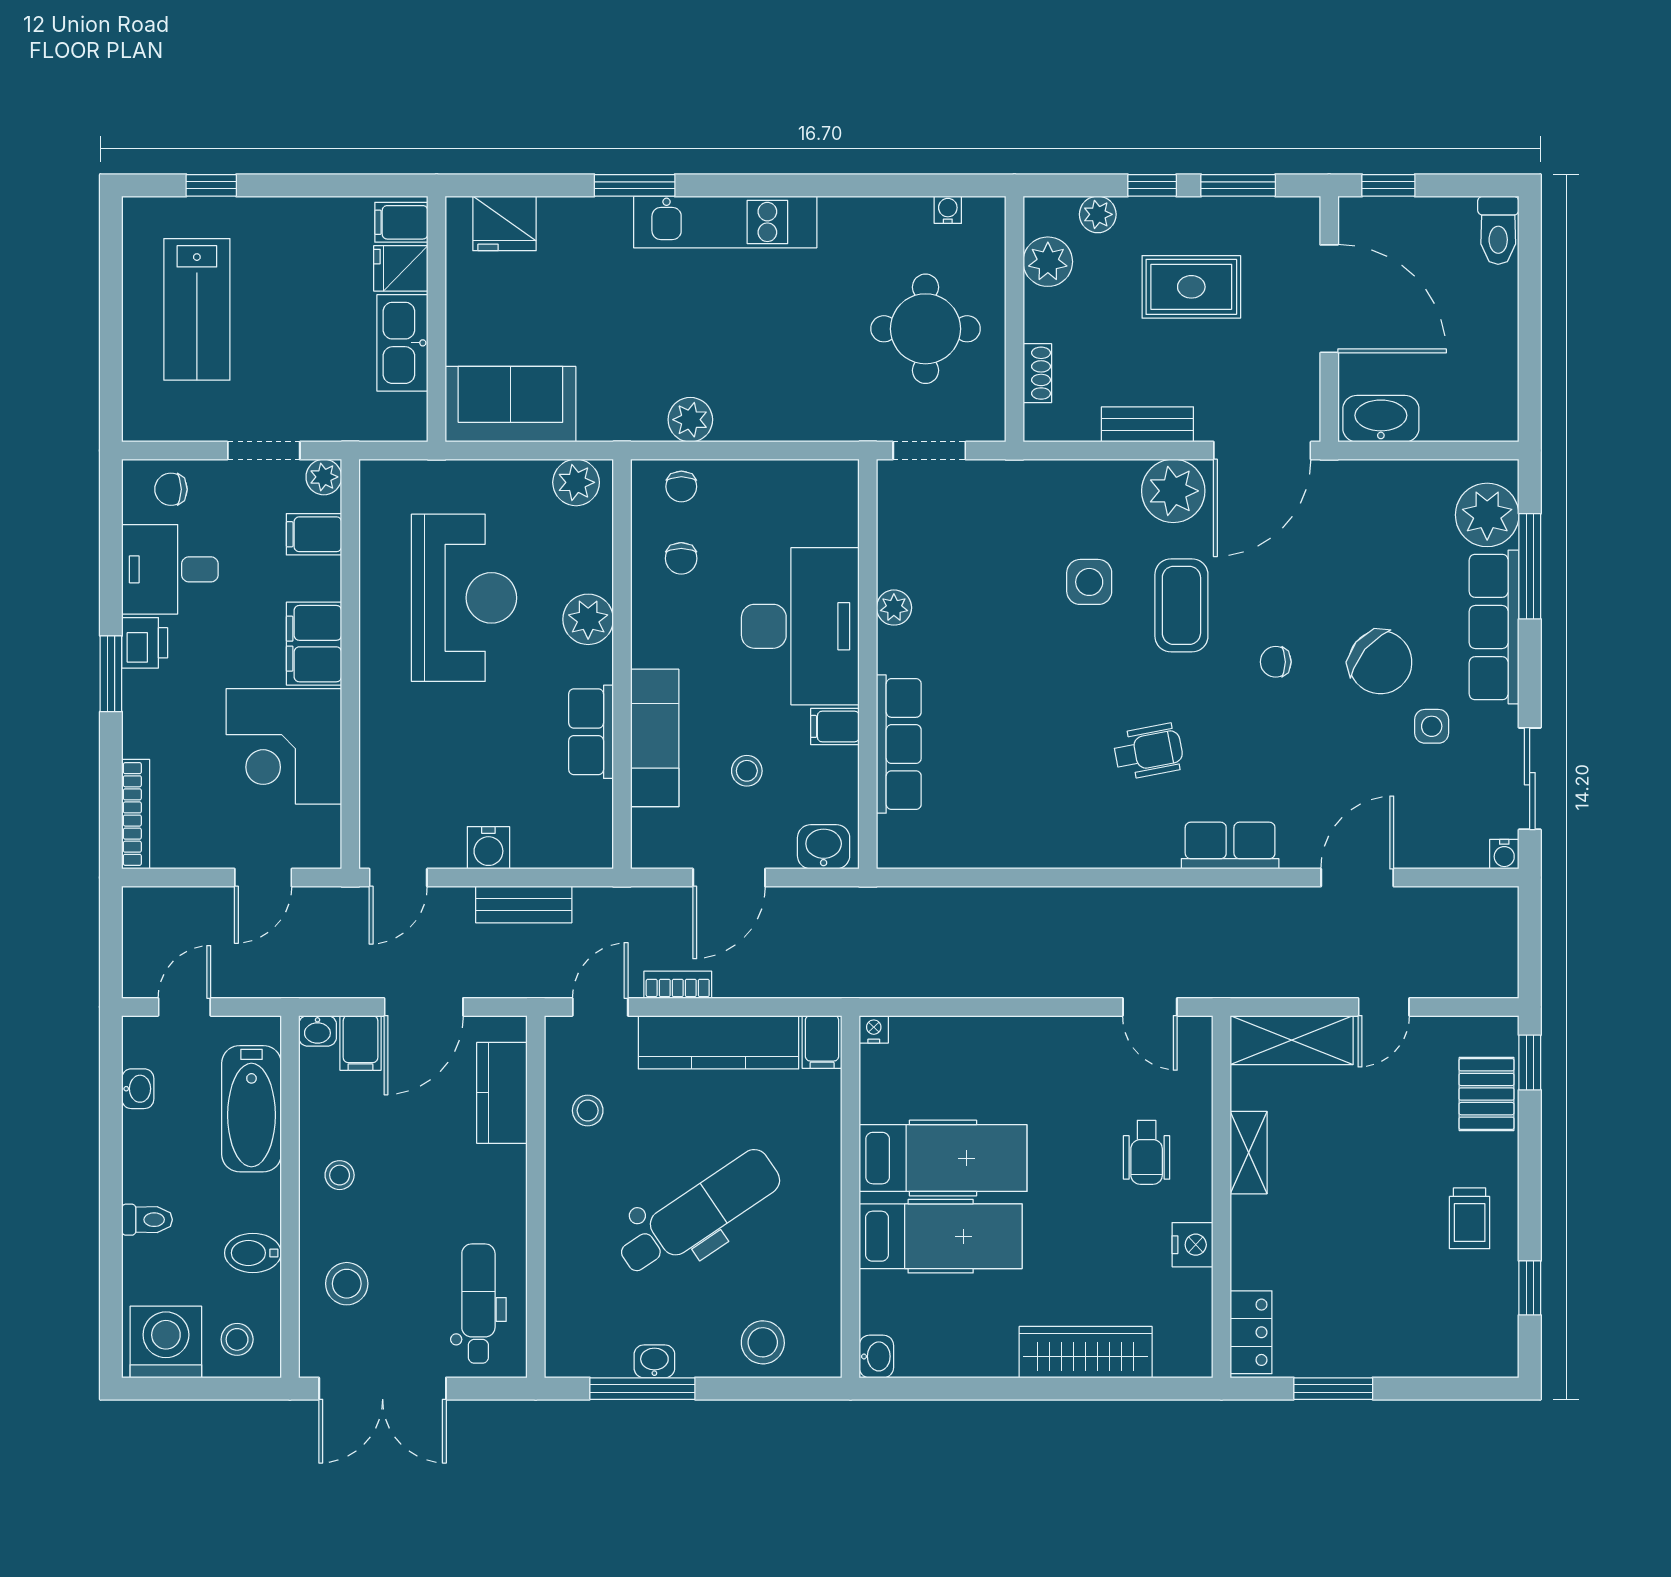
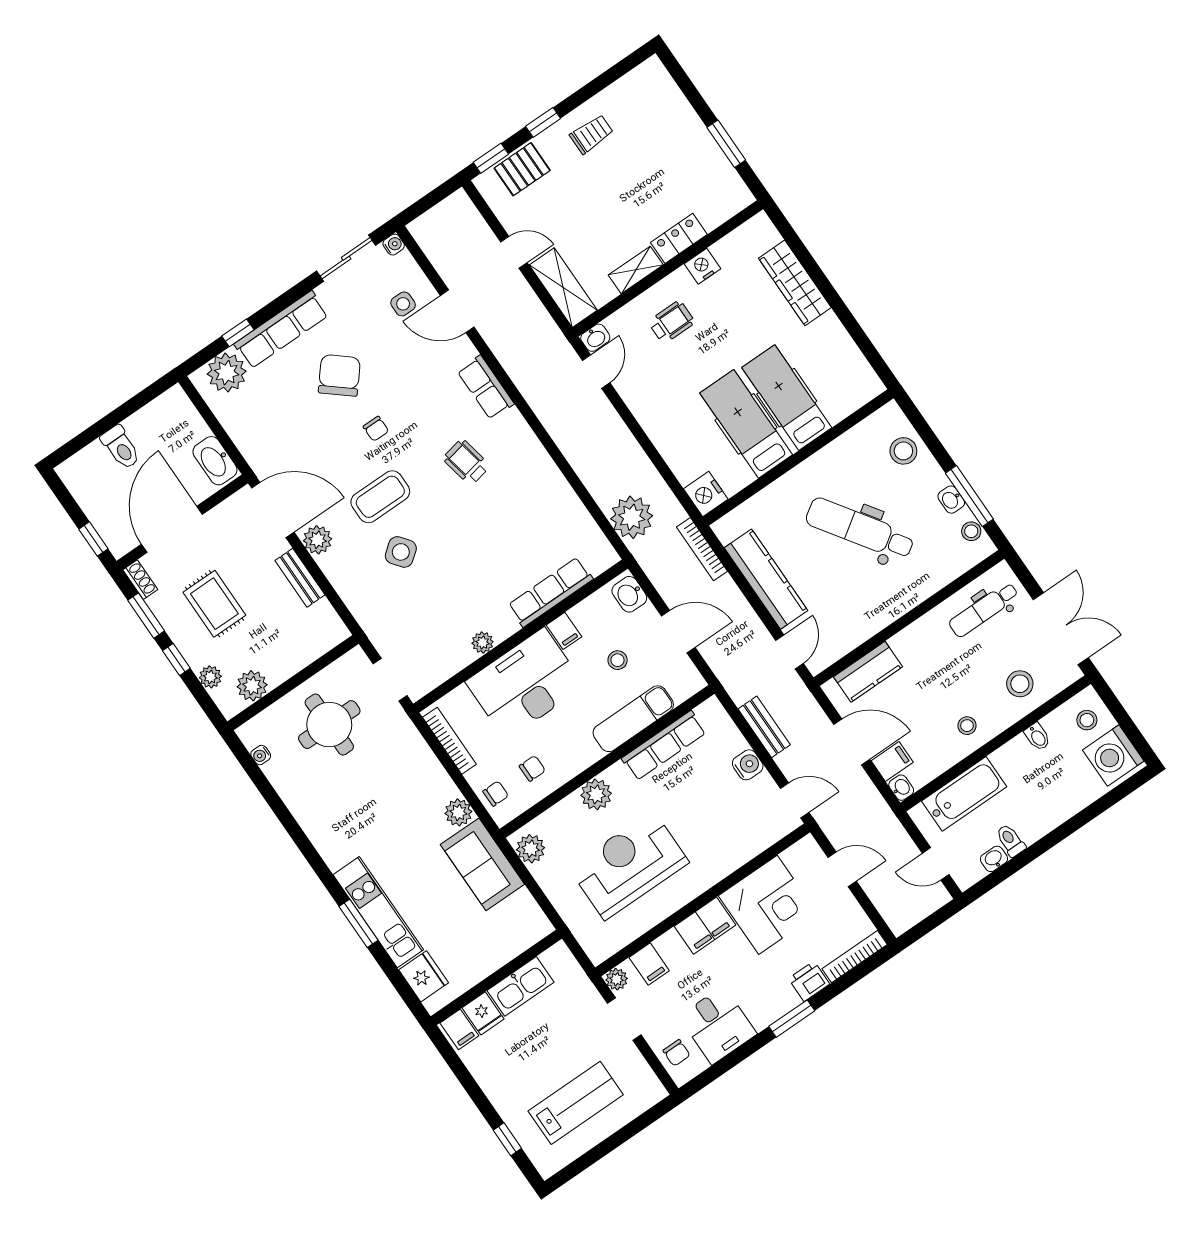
kitchen unit: (725, 222) -> (378, 912), moved
toilet: (1498, 230) -> (121, 447), moved, turned 90
shoe rack: (1037, 373) -> (140, 580), moved, turned 90
sofa: (510, 404) -> (482, 864), moved
bookcase: (794, 474) -> (449, 741), added
plant: (1173, 491) -> (318, 540), width x0.73, depth x0.73
window: (1530, 566) -> (238, 333), width x0.46
side table: (1089, 582) -> (401, 552), turned -38
printer: (145, 643) -> (809, 981), moved
side table: (1432, 726) -> (403, 304), moved
row of seats: (591, 732) -> (664, 745), width x1.48
plant: (924, 921) -> (632, 517), added
bookcase: (678, 985) -> (702, 549), moved, width x1.56
door: (600, 1007) -> (790, 652), swing flipped
nightstand: (874, 1029) -> (706, 494), width x1.89, depth x1.79
filing cabinet: (822, 1042) -> (729, 526), removed
stool: (588, 1111) -> (971, 531), moved
toilet: (147, 1220) -> (1011, 840), moved
bidet: (253, 1253) -> (1037, 737), width x0.72, depth x0.74
window: (1530, 1288) -> (543, 122), moved
locker: (1251, 1332) -> (679, 238), moved
washbasin: (876, 1356) -> (595, 338), moved, turned 180

